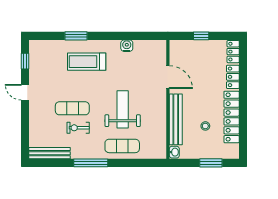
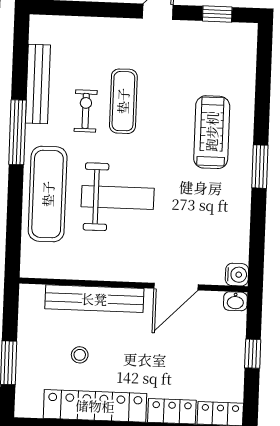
window: (76, 36) -> (260, 167), moved
water cooler: (127, 46) -> (237, 275), moved
exercise mat: (122, 146) -> (48, 194), width x1.36, depth x1.45
washbasin: (174, 152) -> (235, 301), moved
bench: (50, 153) -> (38, 84), moved

